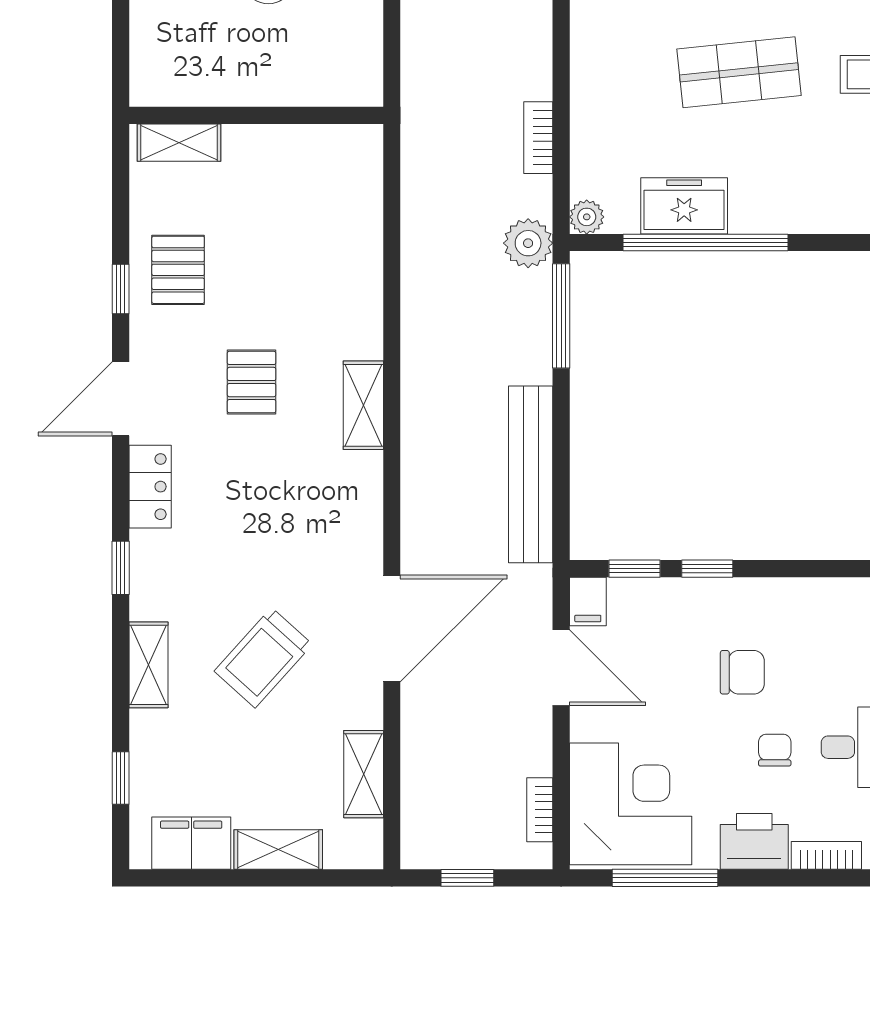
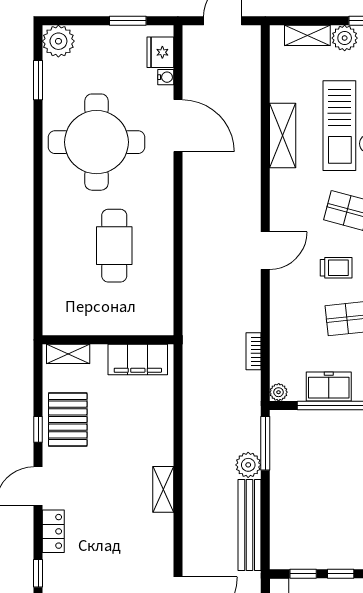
filing cabinet: (314, 154) -> (138, 360), added
plant: (528, 243) -> (248, 465), moved
pallet: (178, 270) -> (68, 419), width x1.50, depth x1.42
pallet: (252, 382) -> (106, 477), removed

